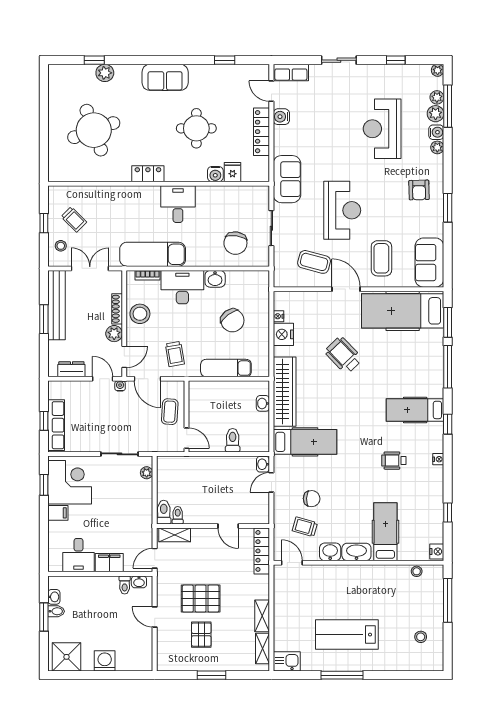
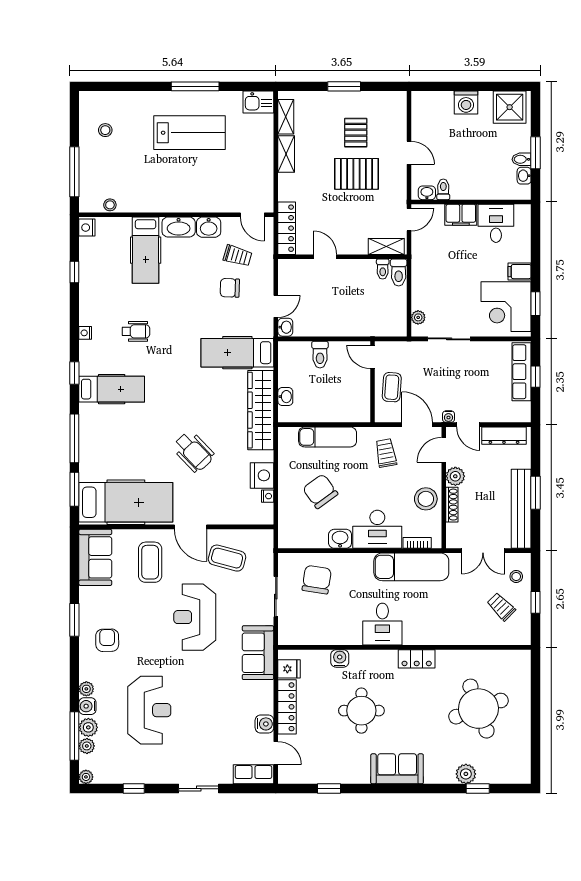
fridge: (232, 172) -> (289, 669), moved, turned -90
dresser: (71, 369) -> (504, 436), width x1.44

